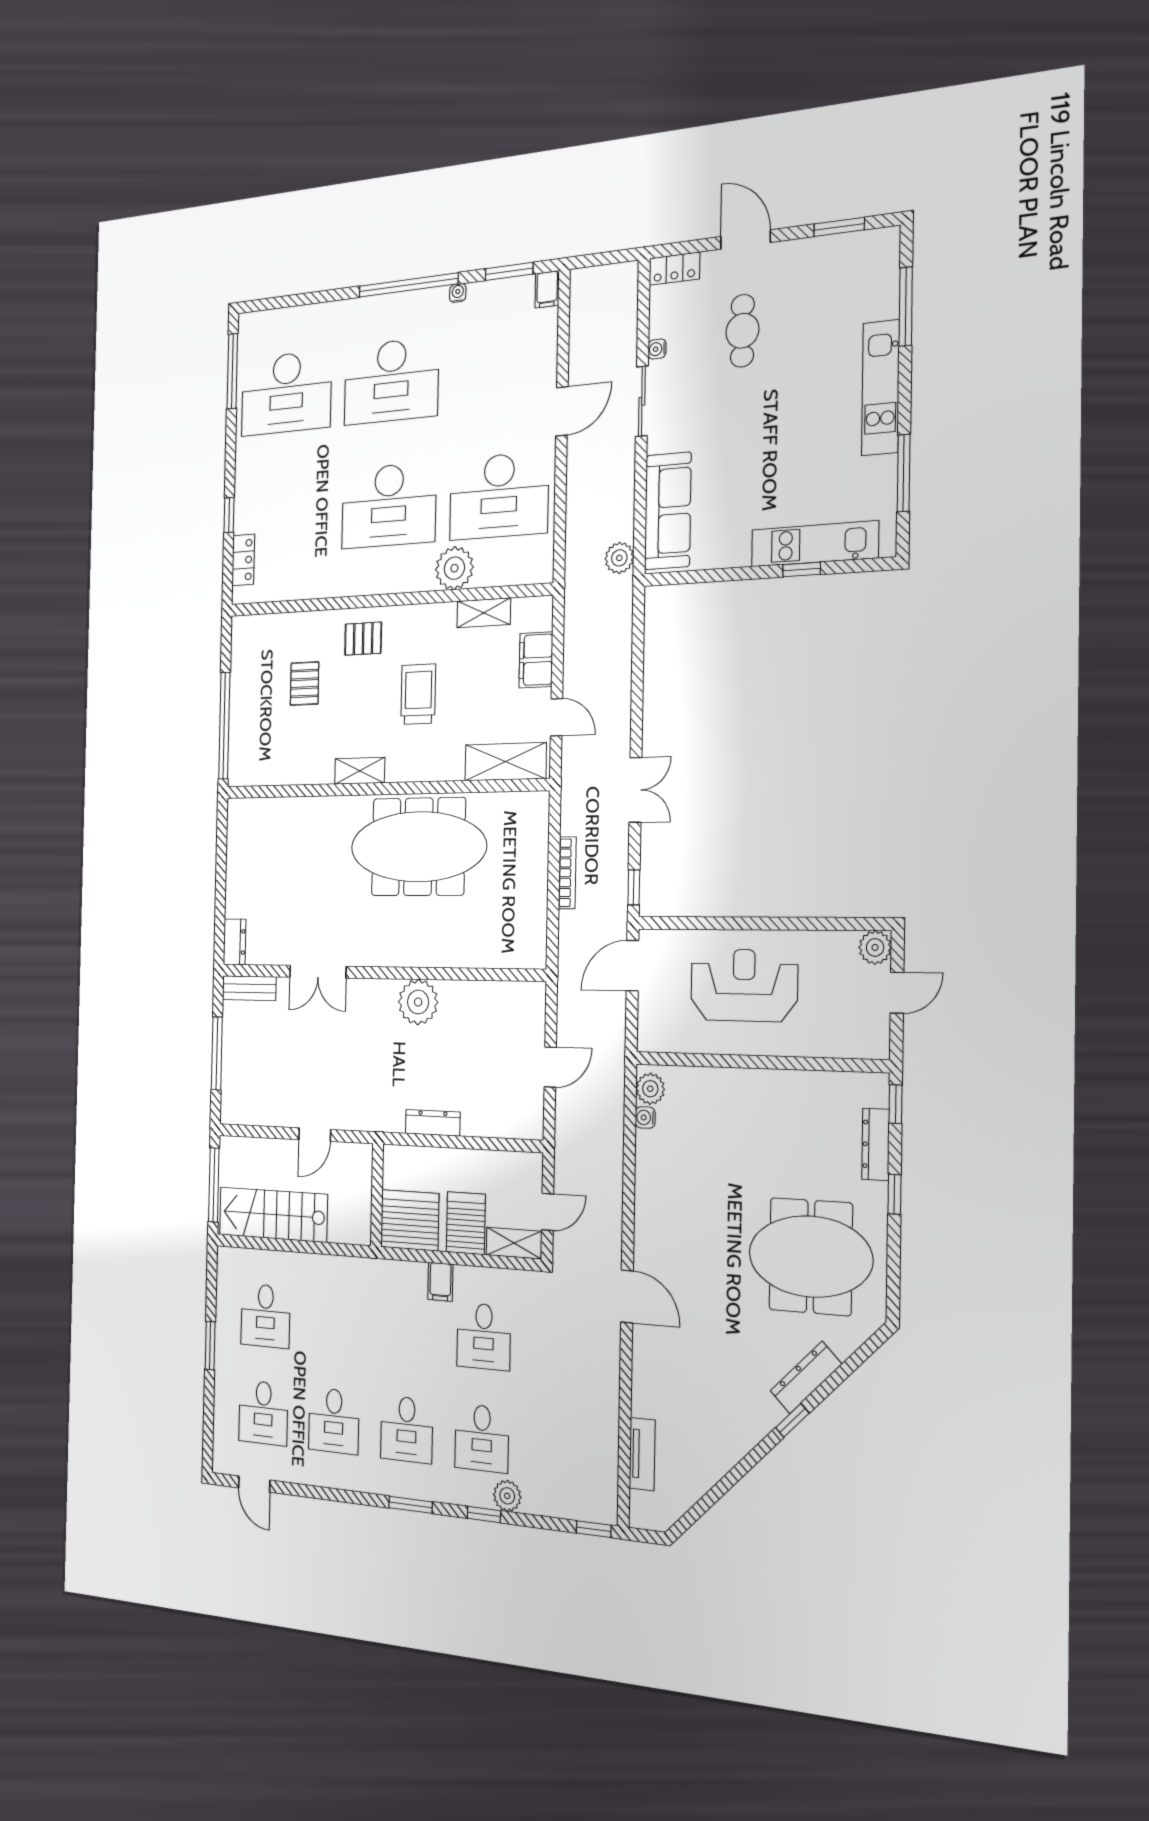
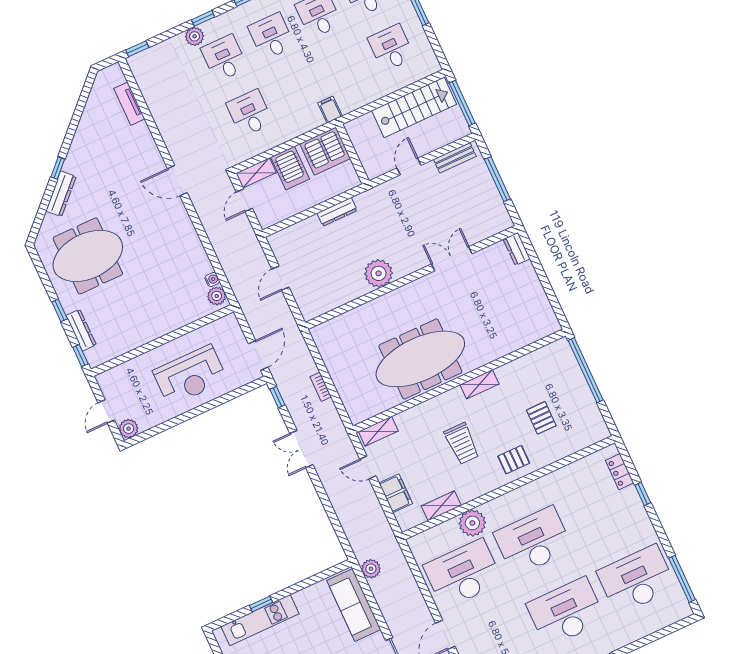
shelving: (505, 762) -> (378, 431), width x0.67, depth x0.75
bookcase: (567, 873) -> (321, 387), width x0.64
bench: (249, 988) -> (455, 158), moved
filing cabinet: (440, 1282) -> (330, 110), moved

